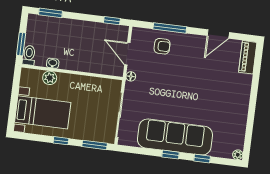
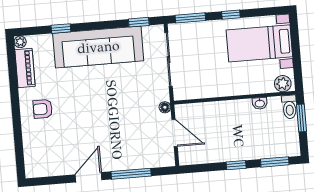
window: (112, 21) -> (236, 165), moved
door: (218, 34) -> (89, 177), moved
armchair: (162, 46) -> (43, 109), moved
piano: (248, 57) -> (25, 68), moved
plant: (50, 78) -> (283, 84), moved
window: (170, 155) -> (139, 22), moved

